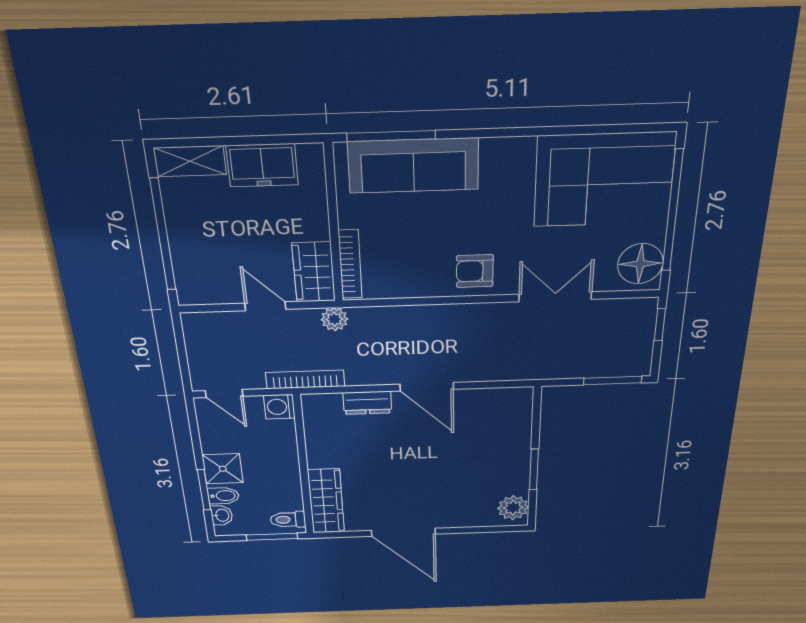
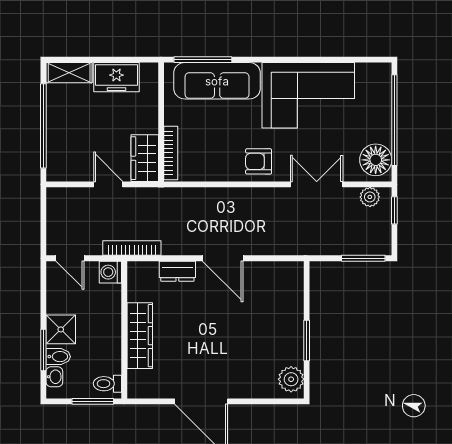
corner sofa: (604, 180) -> (308, 95), moved
plant: (334, 319) -> (370, 197), moved
wardrobe: (326, 501) -> (140, 336), moved

